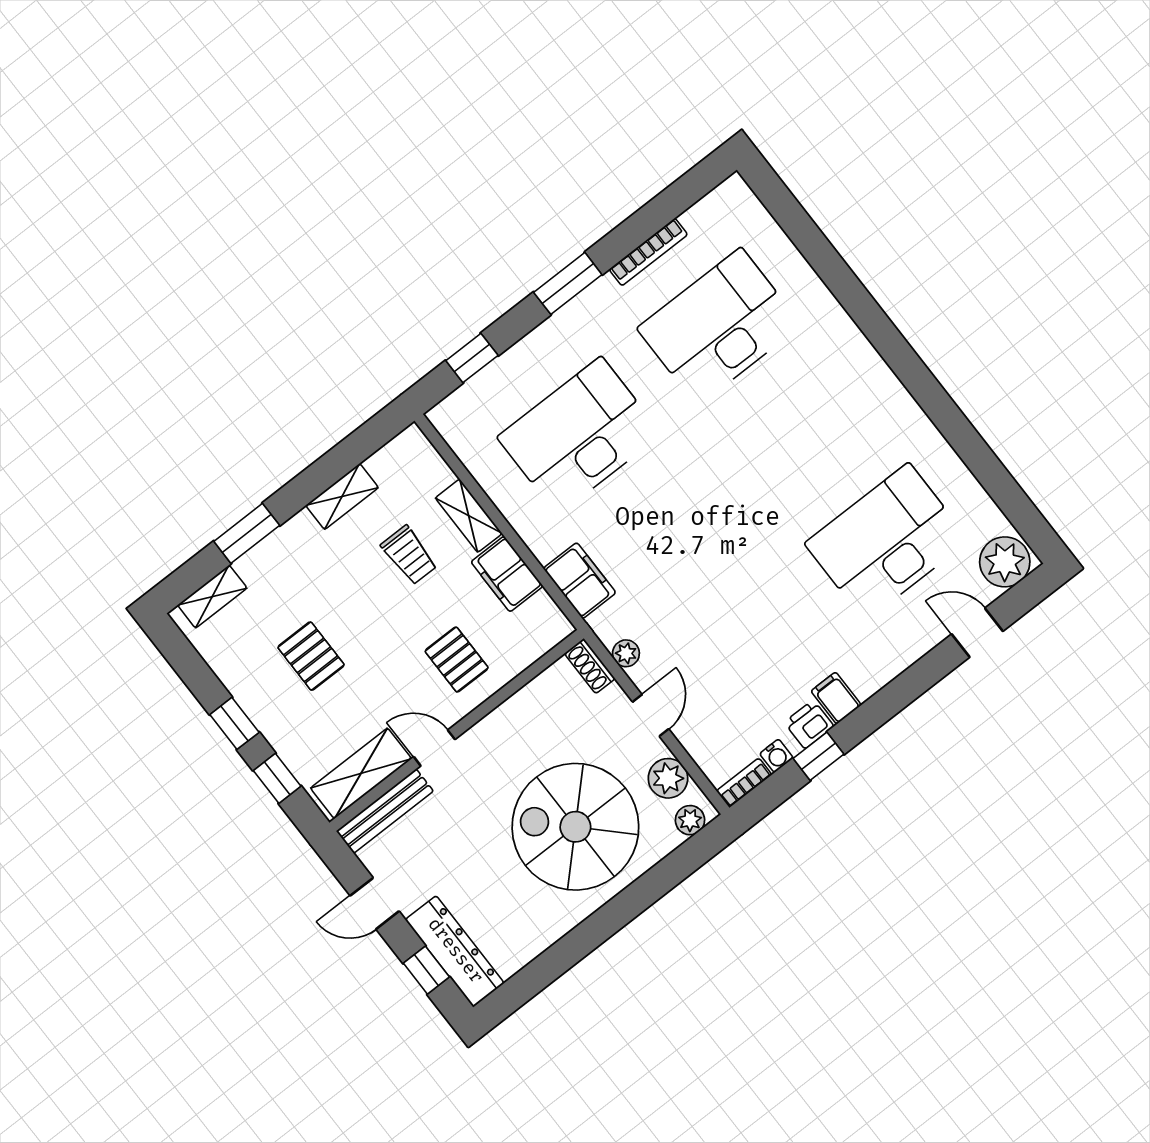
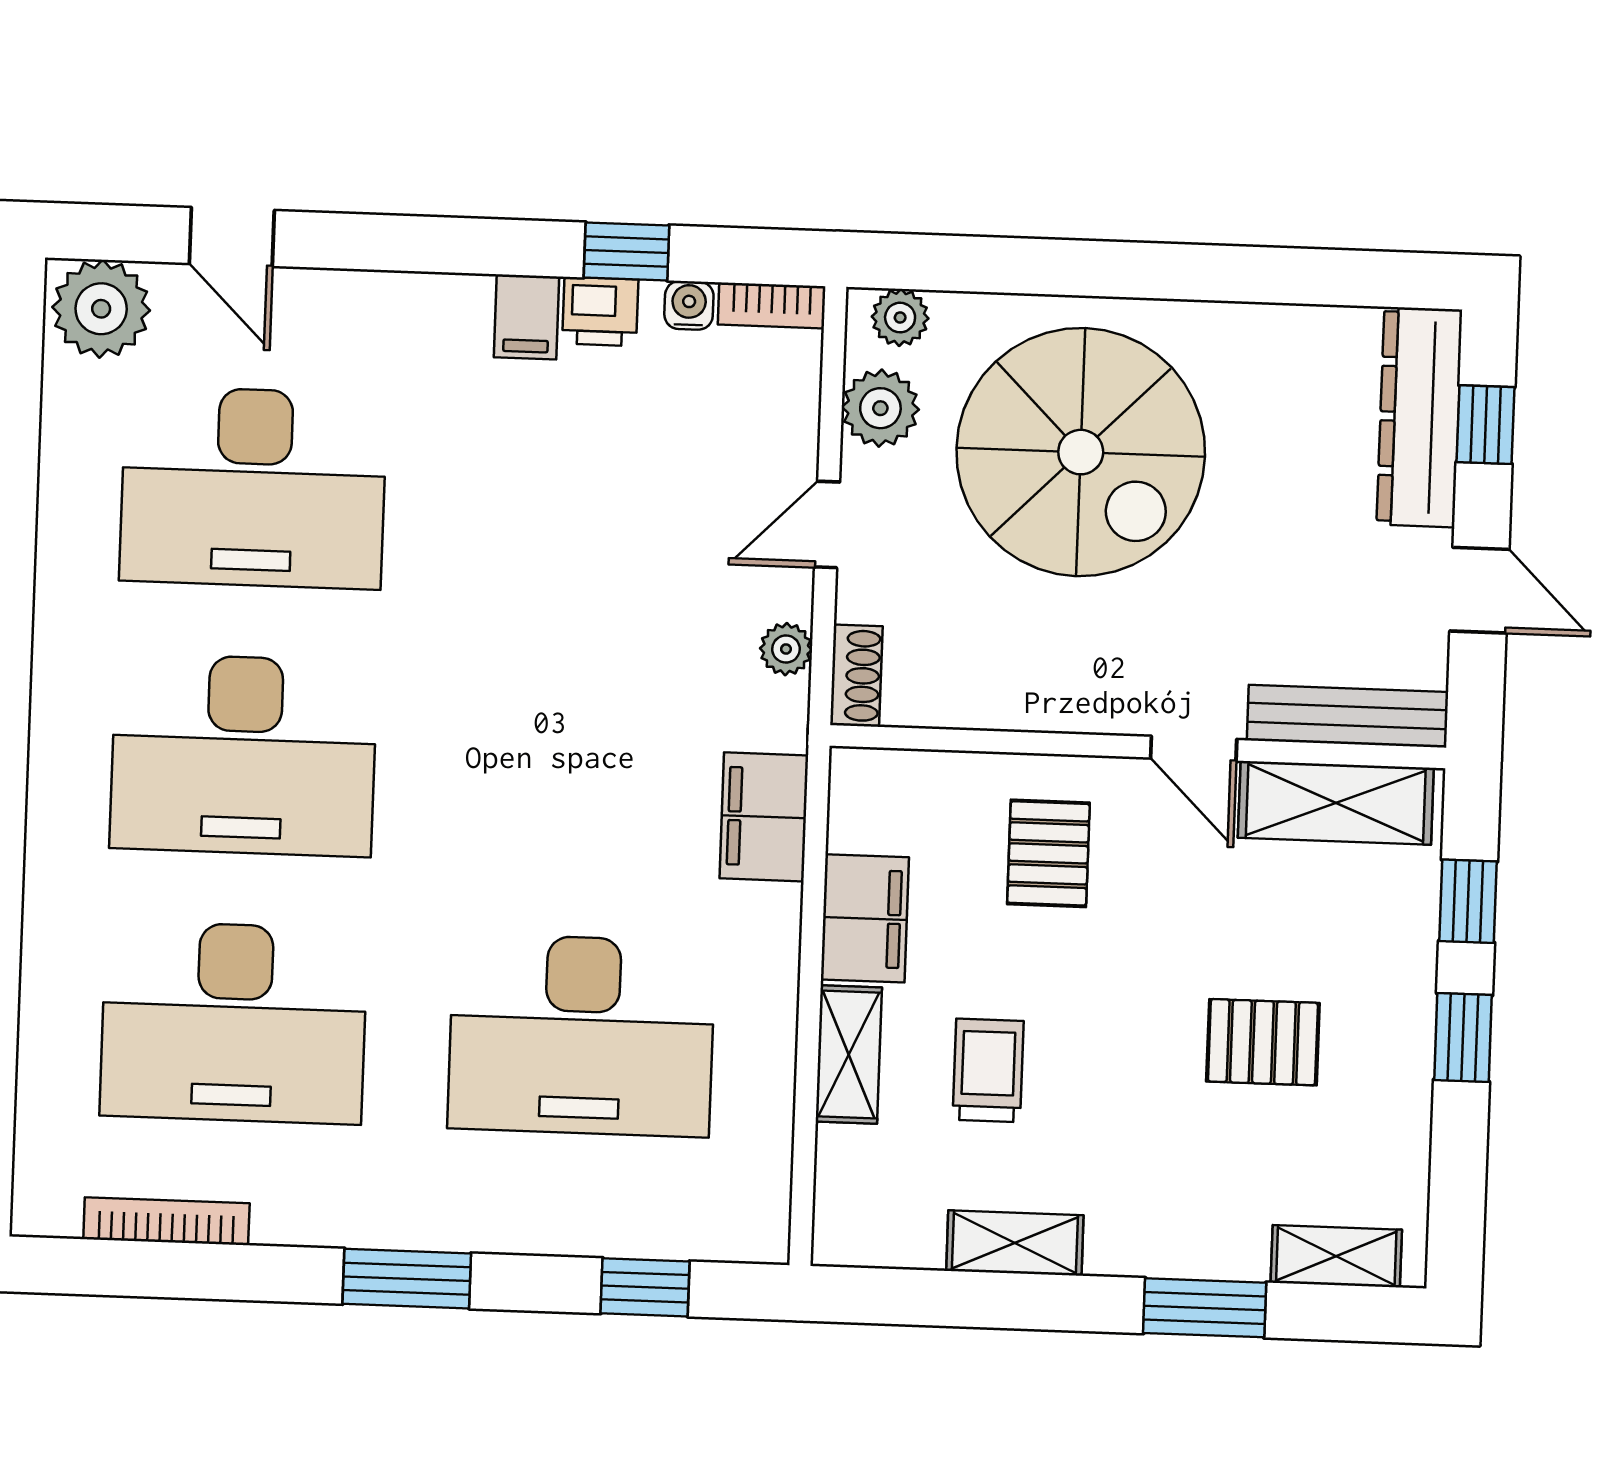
bookcase: (648, 252) -> (166, 1221), moved
desk: (803, 434) -> (243, 755), added
pallet: (311, 656) -> (1263, 1042), turned 90

